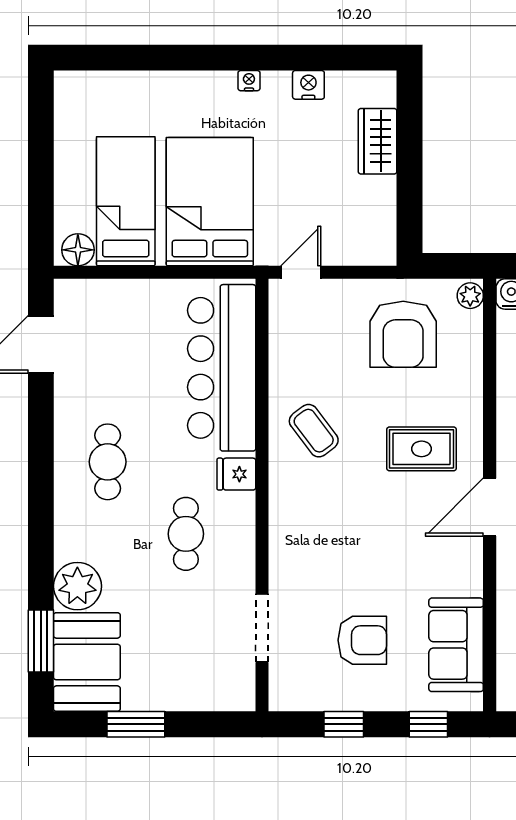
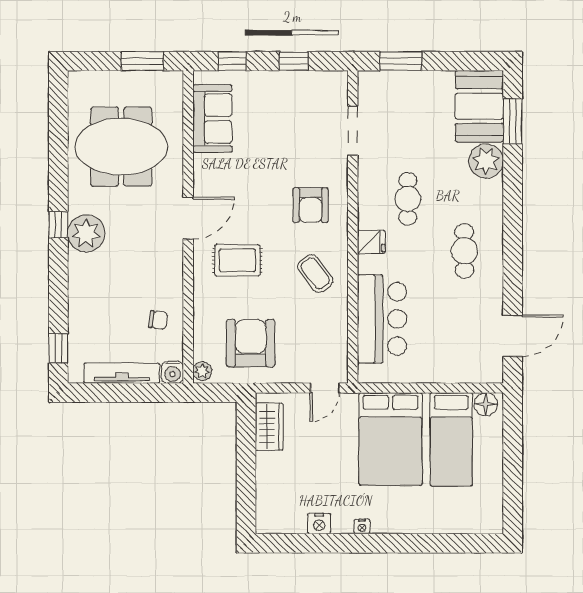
wardrobe: (378, 141) -> (269, 427), moved
bar counter: (222, 368) -> (382, 319), width x0.73
armchair: (362, 640) -> (311, 205), moved, turned -90
window: (136, 724) -> (401, 61), moved

